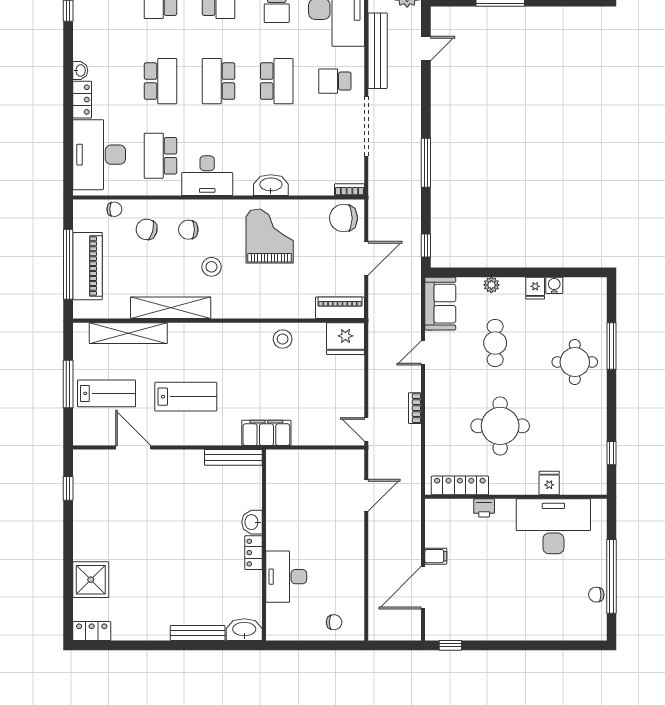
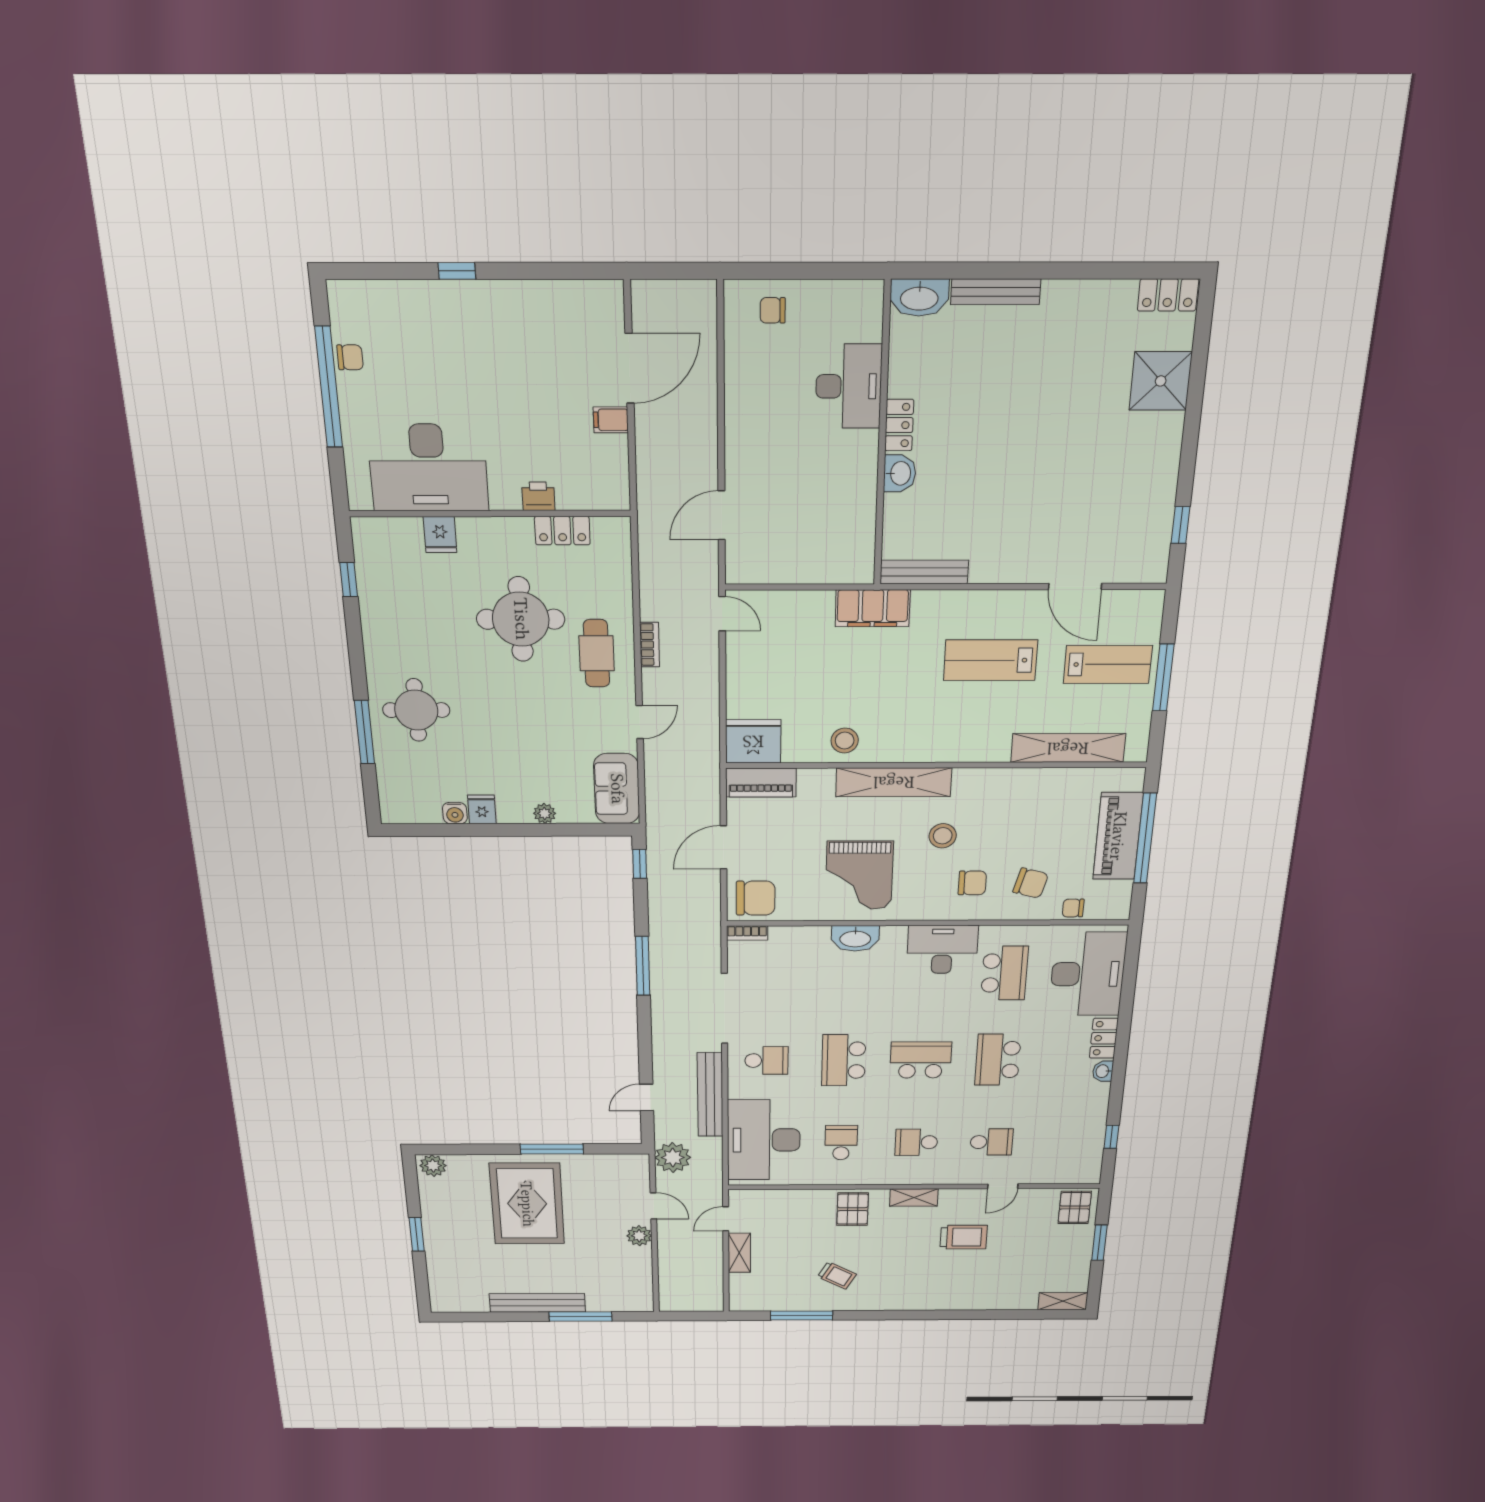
school desk: (219, 81) -> (921, 1060), turned -90
shelving: (171, 308) -> (894, 782), moved
cafe table: (495, 343) -> (596, 653), moved
lab bench: (107, 393) -> (1108, 664), turned 180
locker: (460, 485) -> (562, 531), width x0.66
window: (450, 645) -> (457, 271), moved

